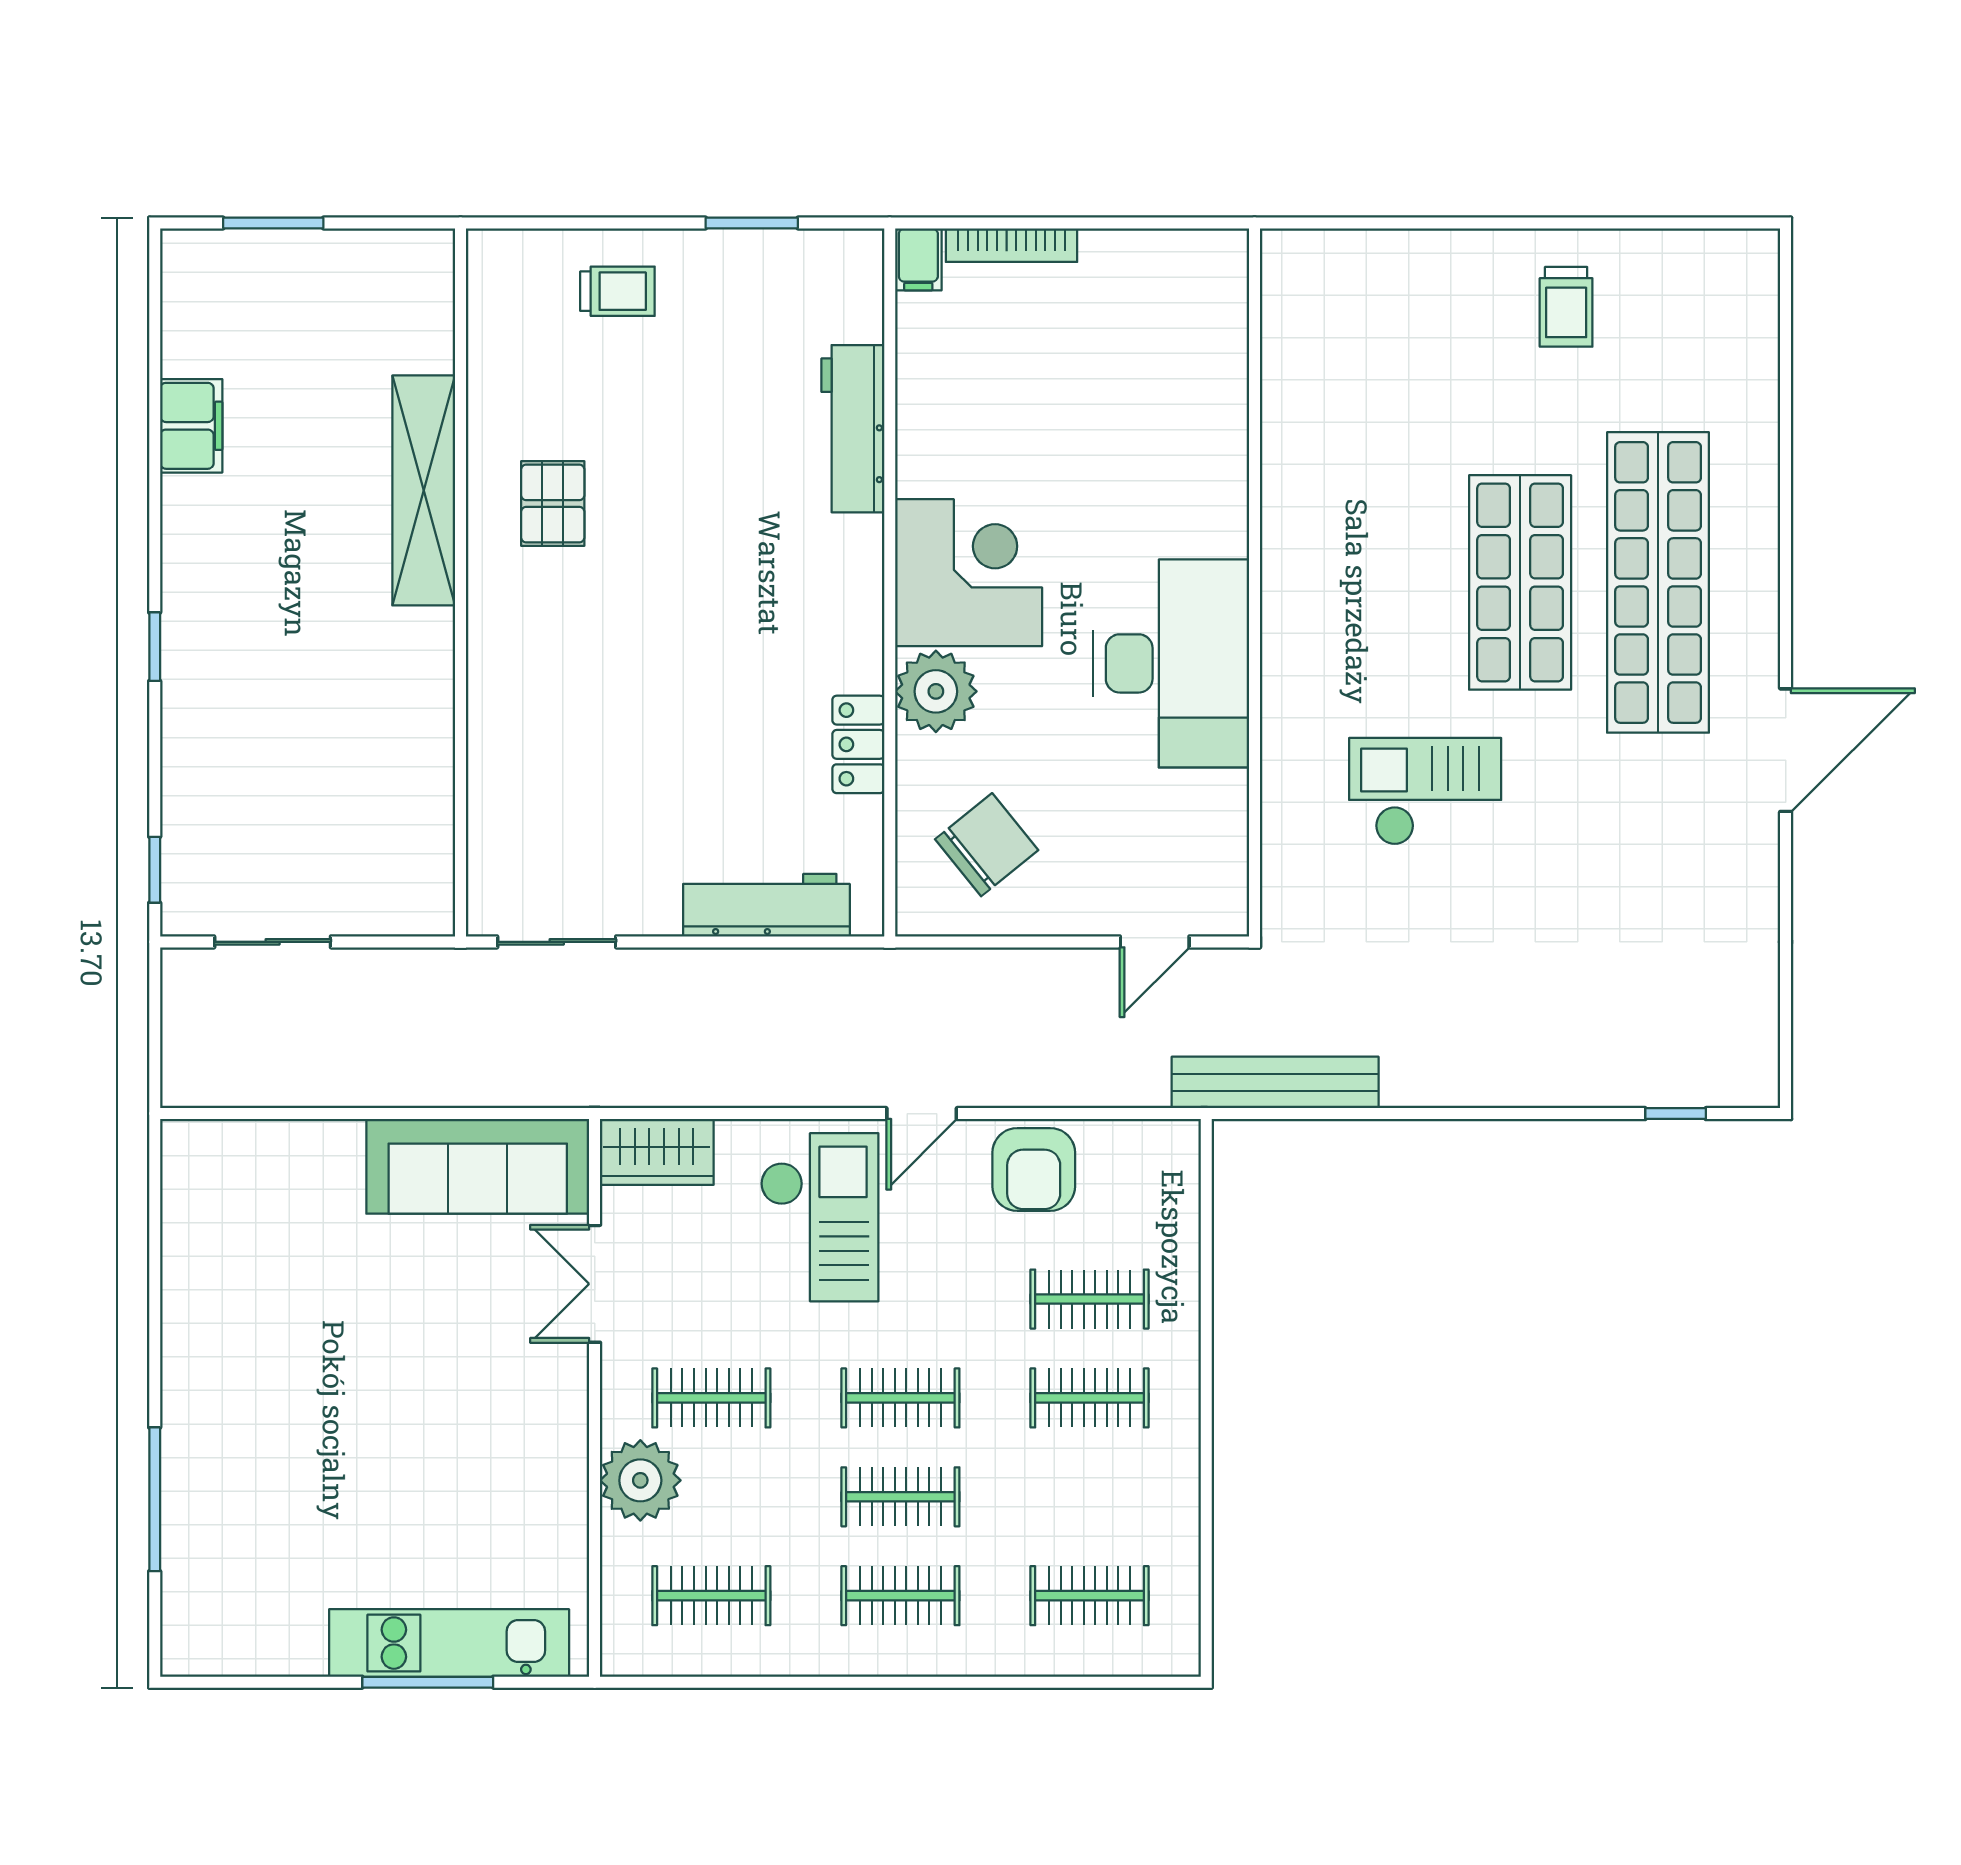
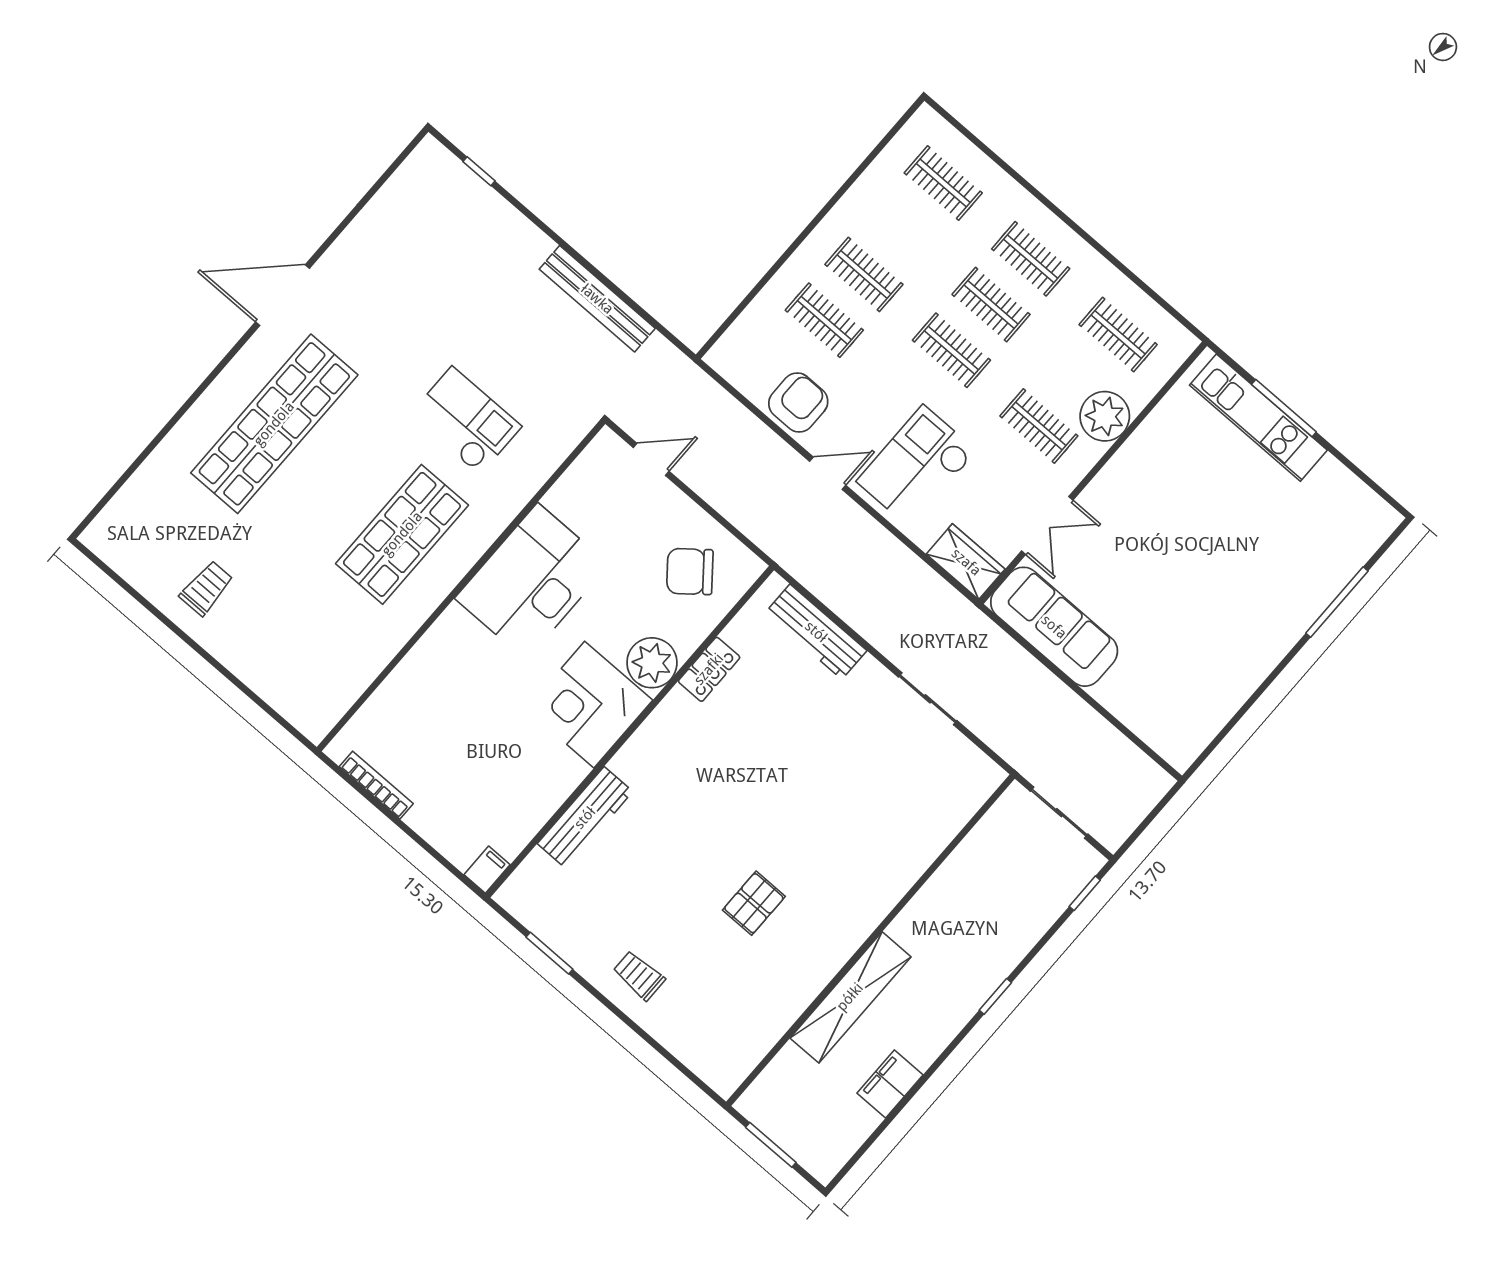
bookcase: (1012, 245) -> (376, 785), moved
shelving: (424, 490) -> (850, 997), moved
wall: (460, 582) -> (870, 940), moved
shop shelf: (1520, 582) -> (402, 534), moved
checkout: (1425, 791) -> (466, 421), turned 180
bench: (1275, 1082) -> (597, 299), moved

